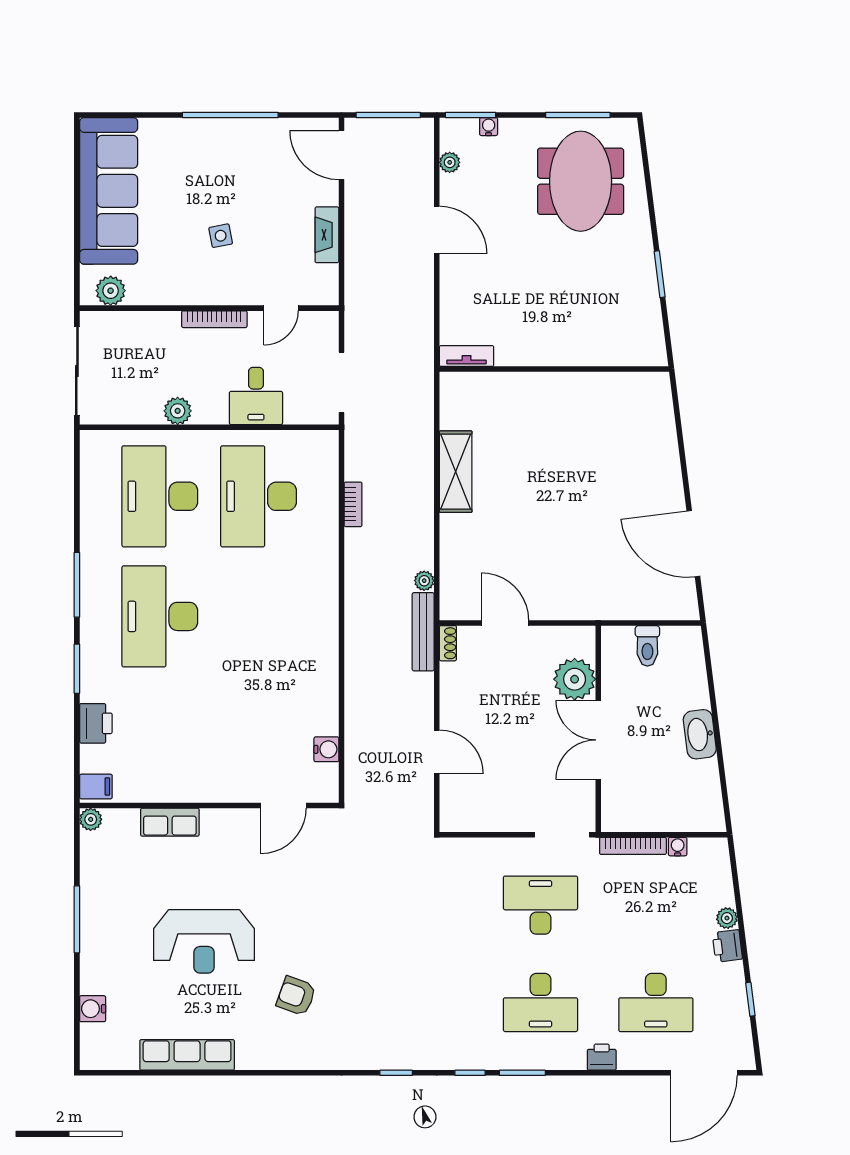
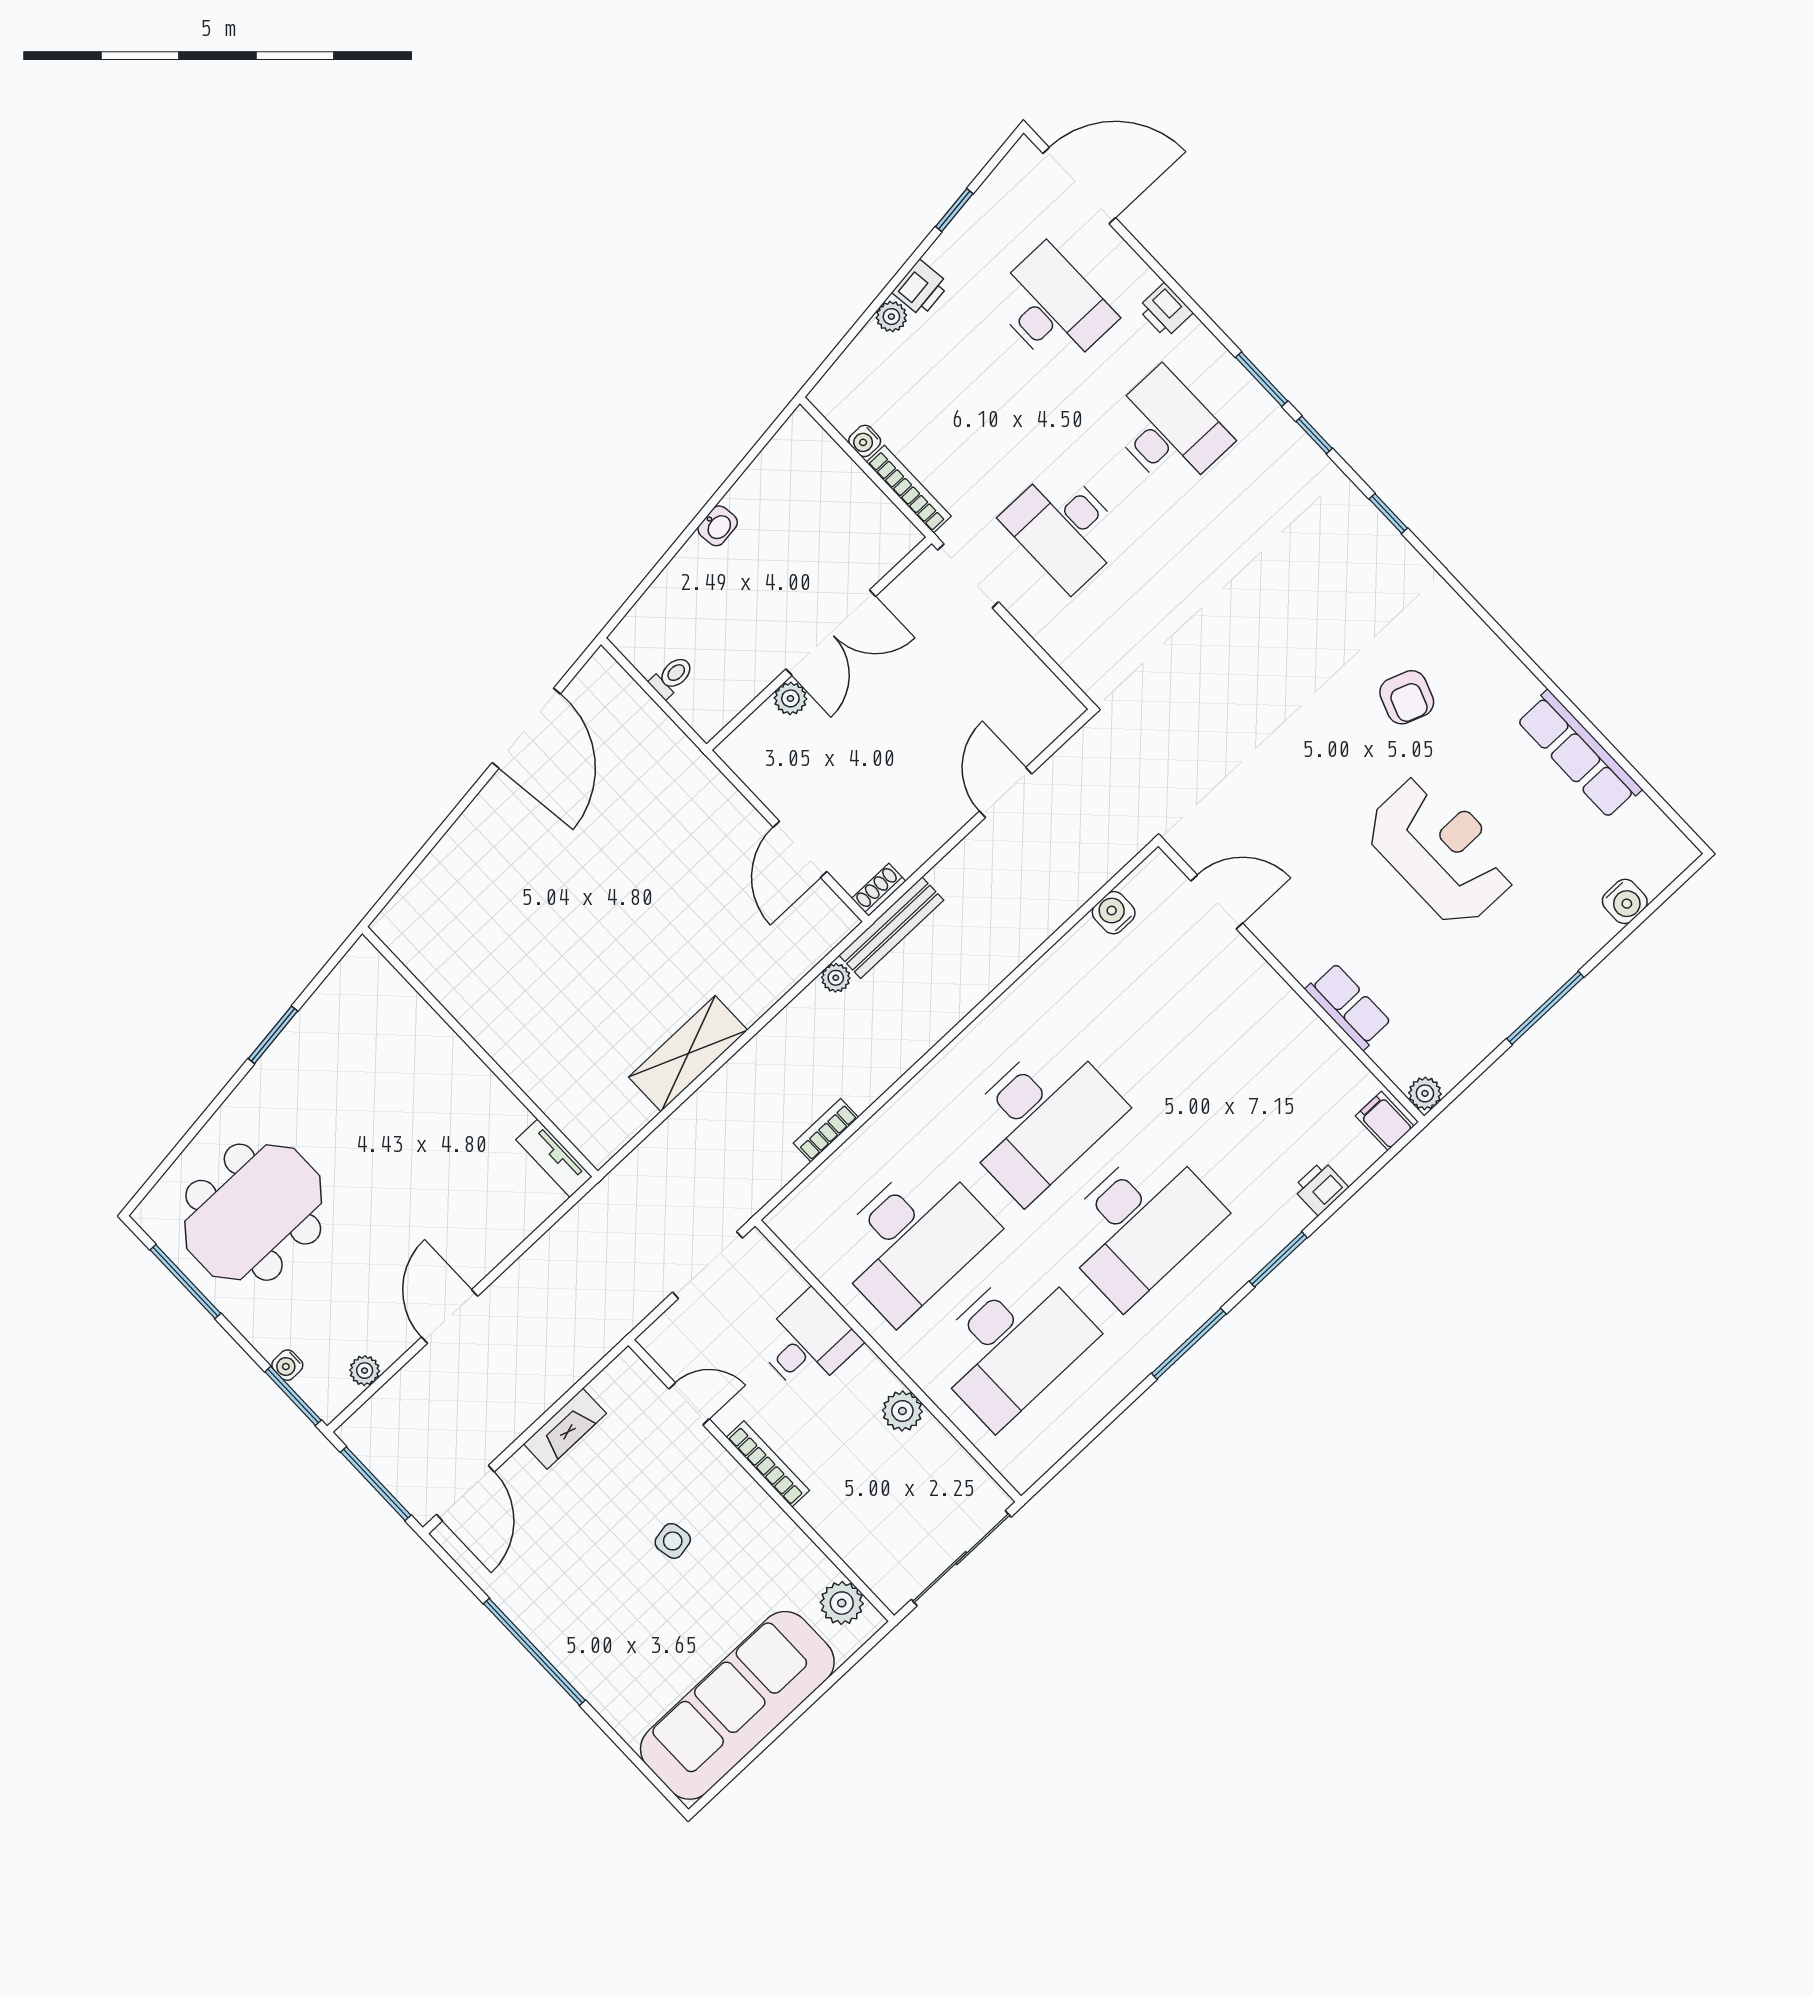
desk: (259, 616) -> (1040, 1118), added
toilet: (647, 646) -> (672, 677), width x0.73, depth x0.72
plant: (575, 679) -> (790, 698), width x0.53, depth x0.53
printer: (96, 723) -> (1321, 1188), width x0.73, depth x0.81
washbasin: (700, 734) -> (718, 526), width x0.52, depth x0.69

